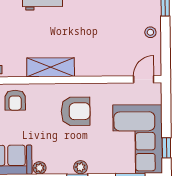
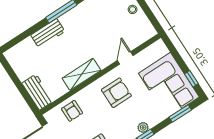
door: (144, 79) -> (125, 58), moved

